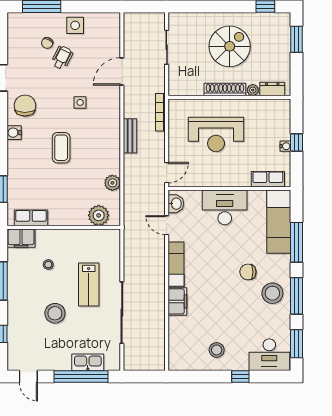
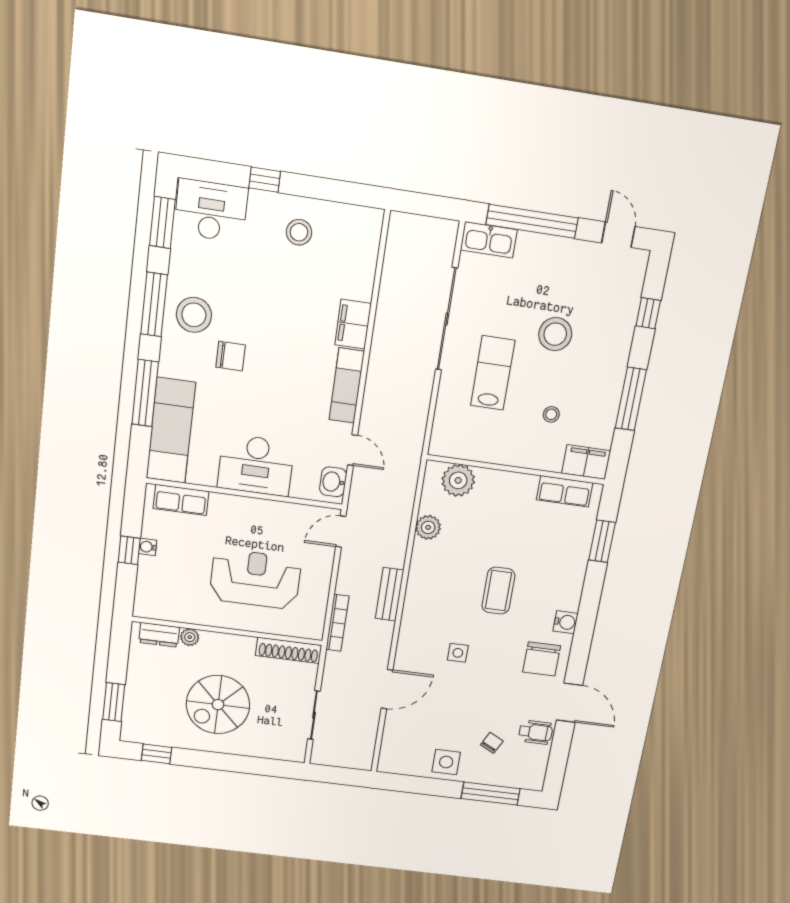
wheelchair: (62, 58) -> (536, 732), moved, turned -117
shoe rack: (225, 90) -> (289, 650), moved
kitchen sink: (88, 362) -> (489, 240), moved

